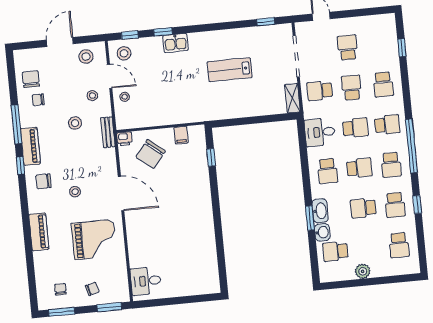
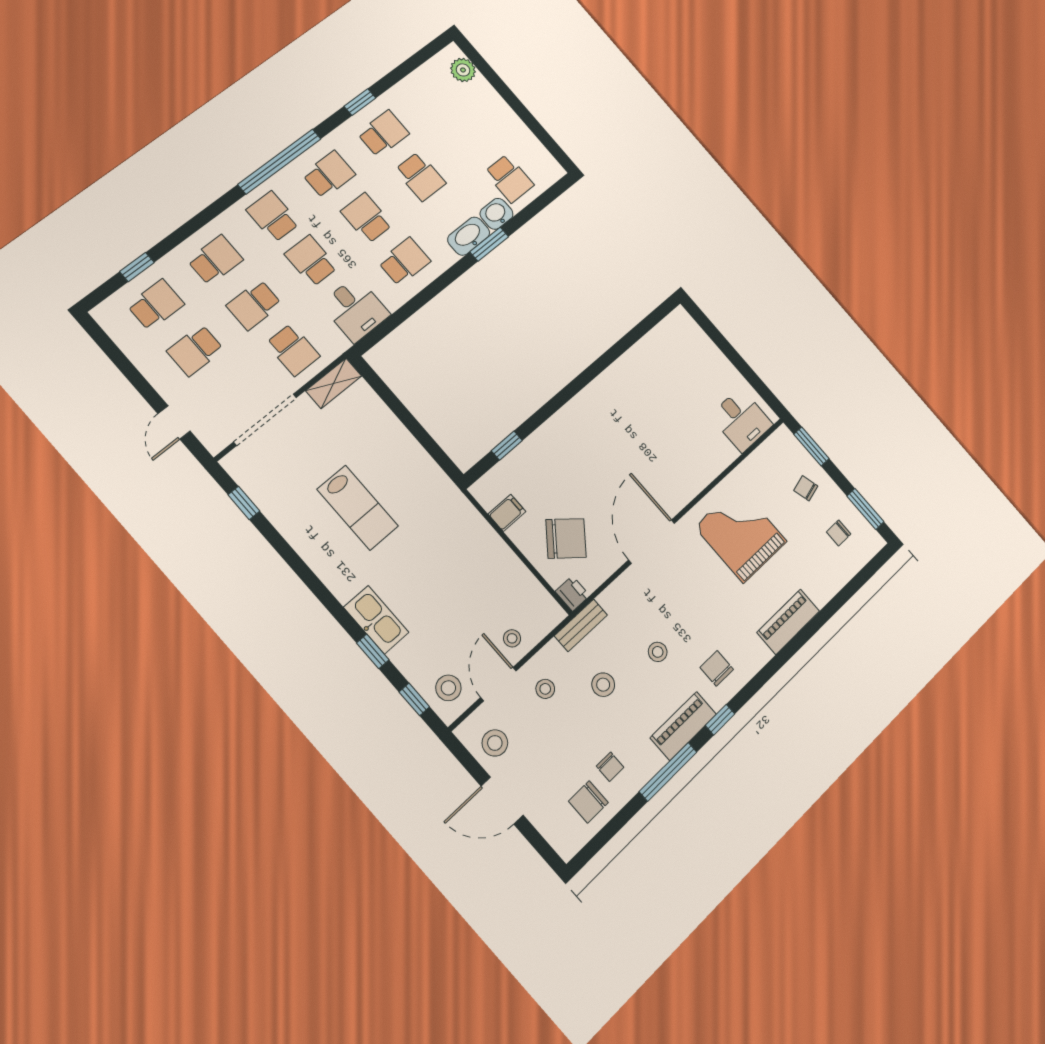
kitchen sink: (175, 43) -> (376, 620), width x1.38
chair: (44, 181) -> (717, 668), turned 180
stool: (75, 192) -> (658, 652), moved
school desk: (399, 245) -> (156, 305), moved
plant: (363, 271) -> (463, 70), moved

